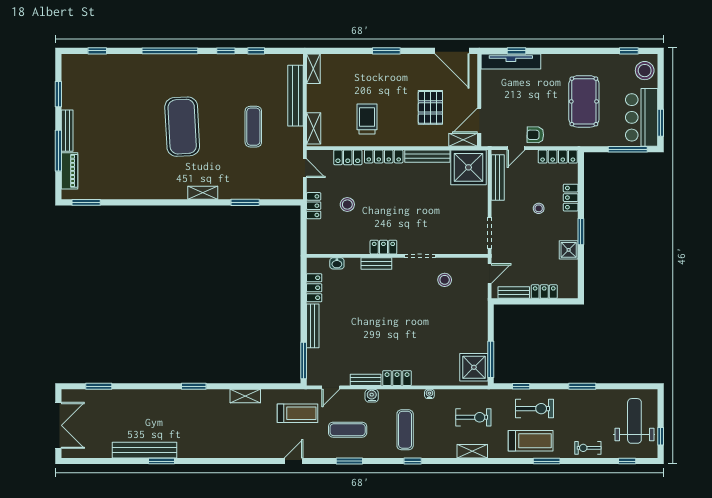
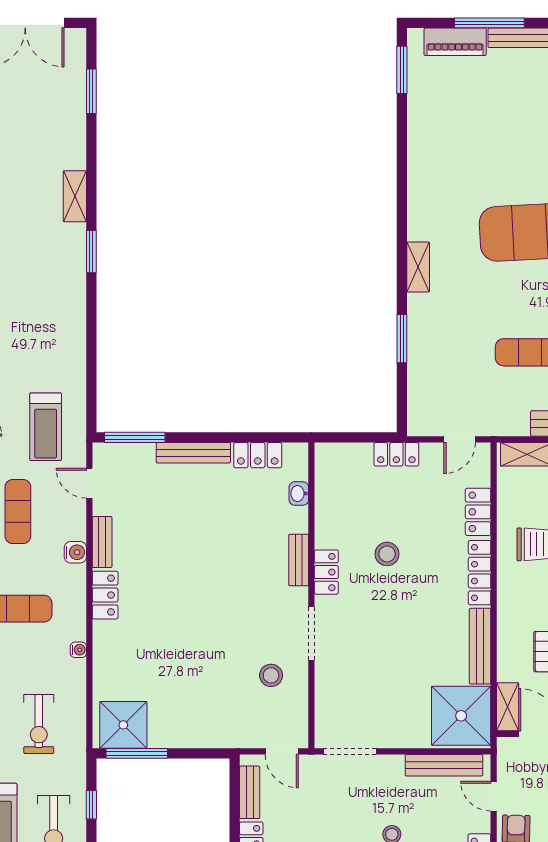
stool: (347, 205) -> (387, 554), moved
shelving: (245, 396) -> (75, 196), moved

